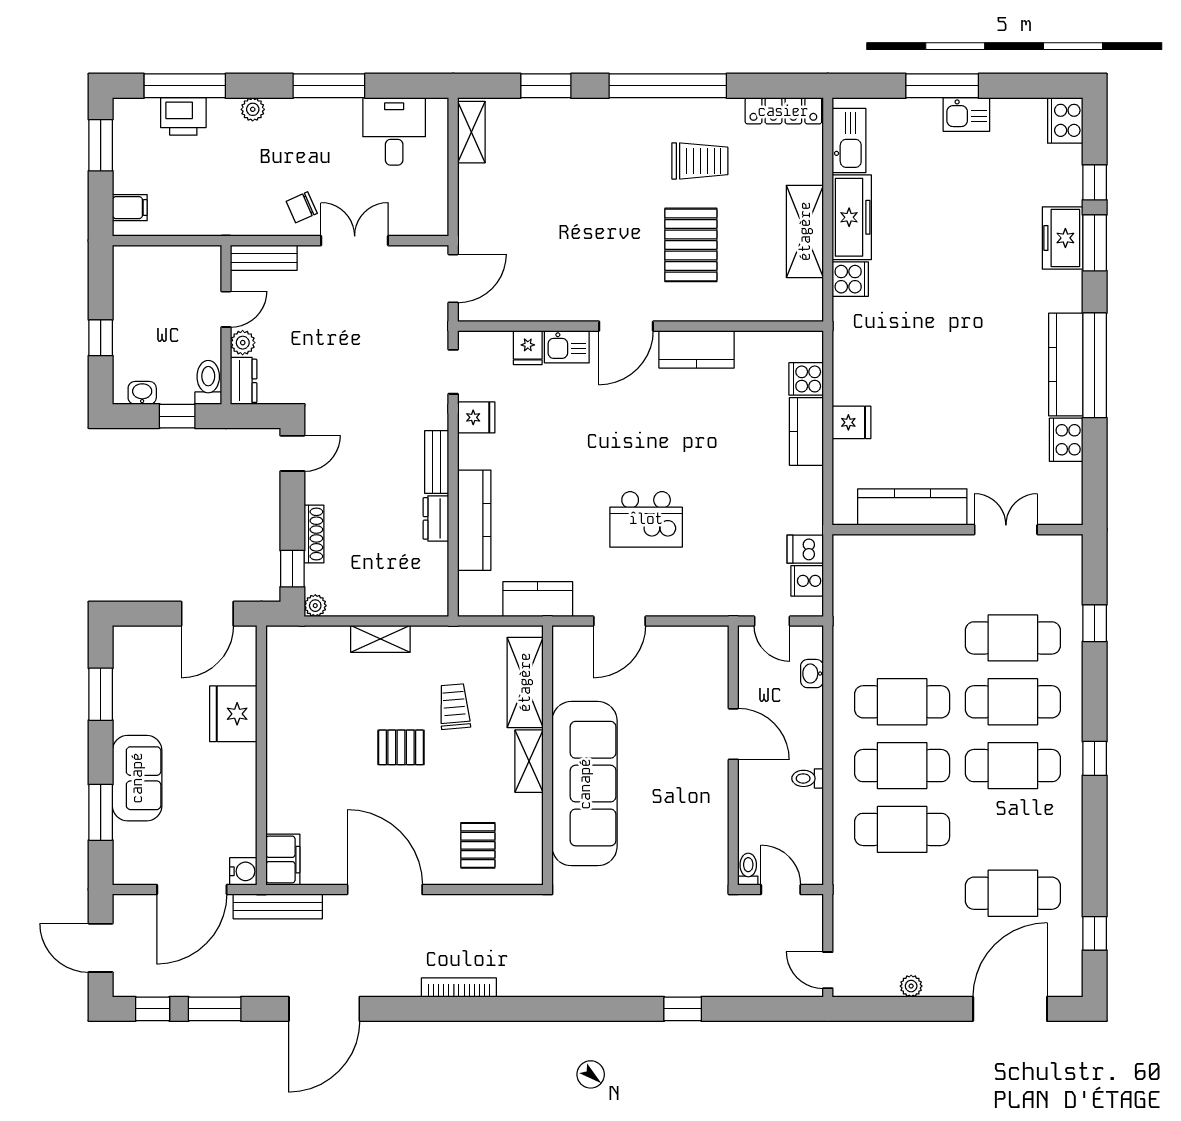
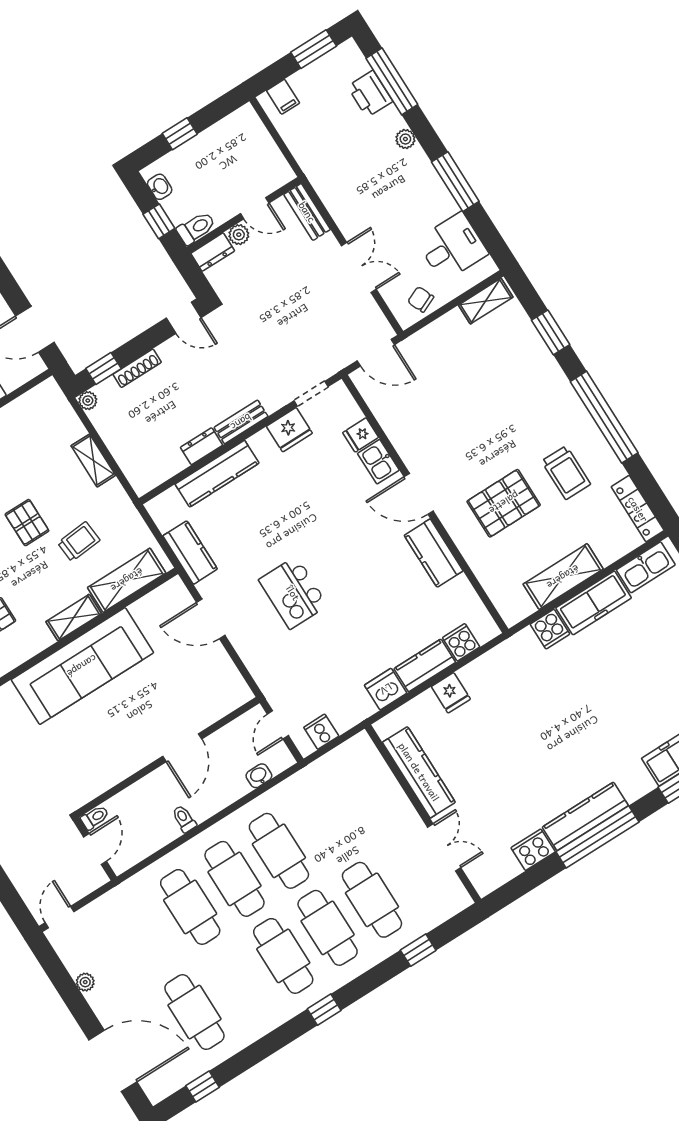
chair: (302, 207) -> (421, 299), moved
fridge: (476, 417) -> (289, 430), width x1.38
dishwasher: (805, 549) -> (386, 689), moved, width x1.38

